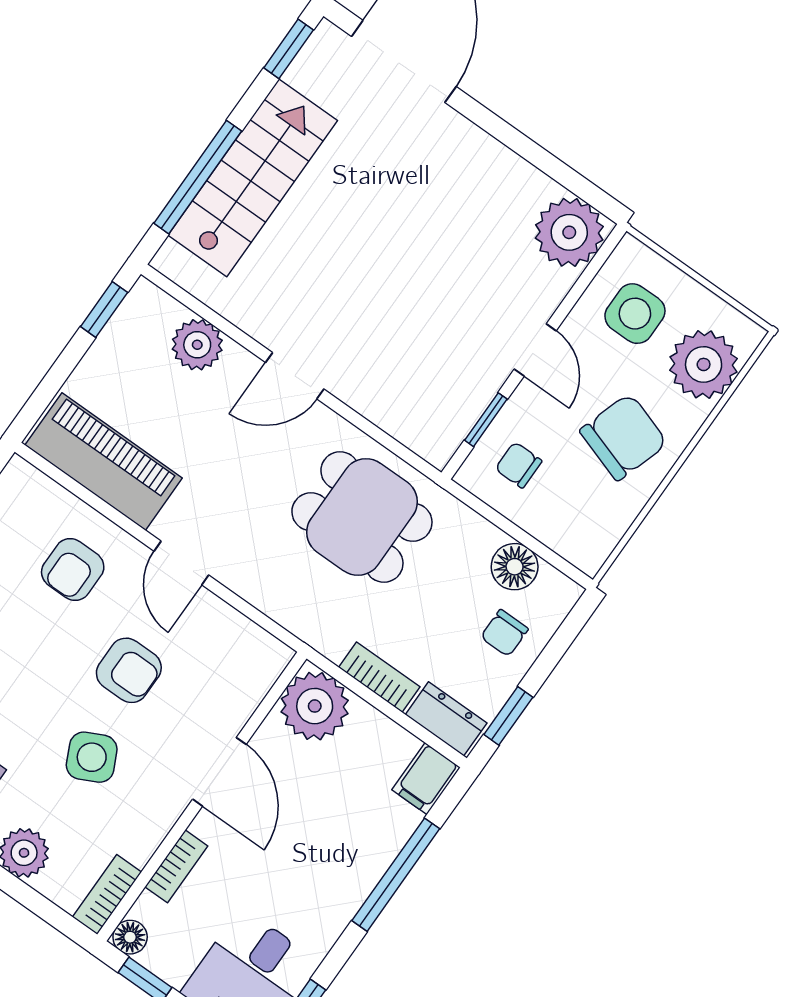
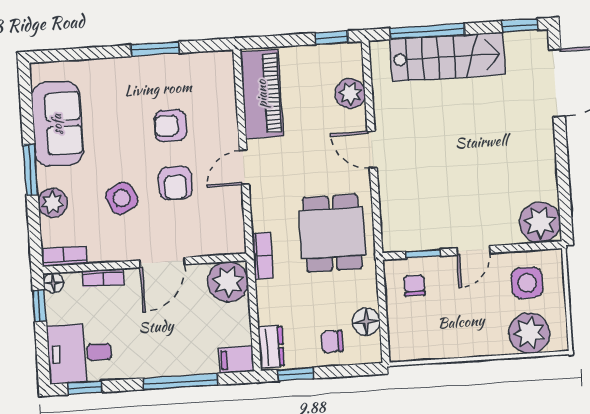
chair: (624, 437) -> (466, 323), removed
armchair: (73, 569) -> (170, 126), moved
bookcase: (379, 677) -> (262, 256), moved

